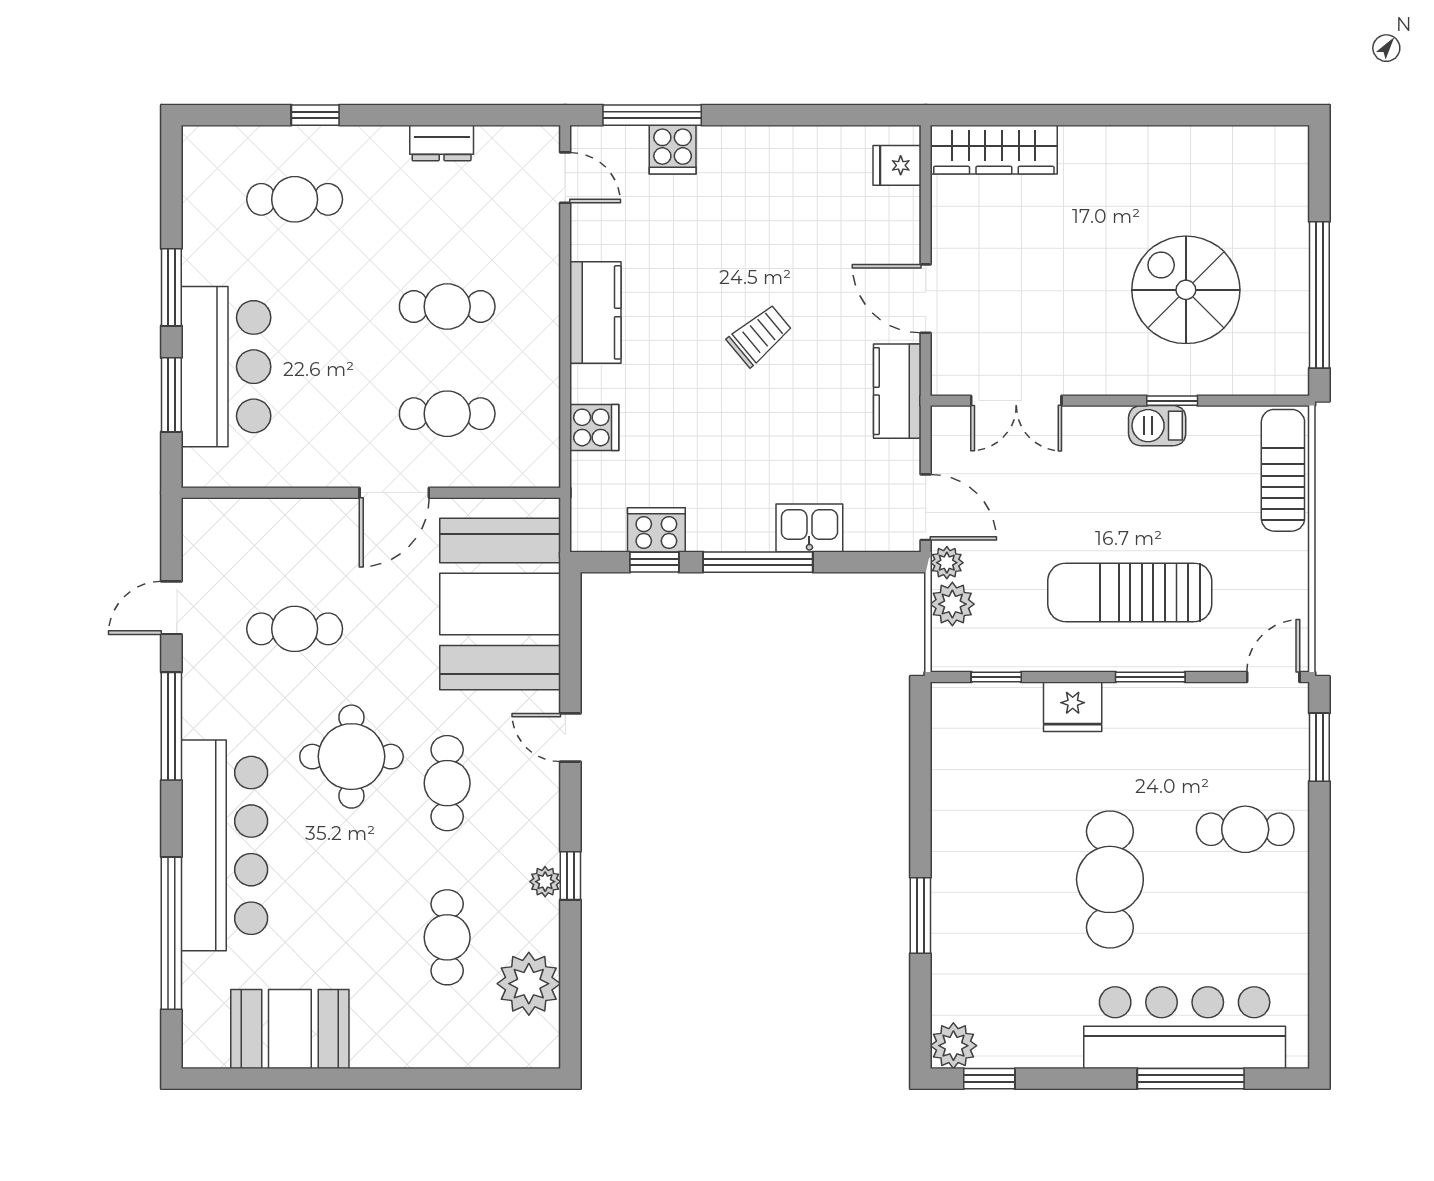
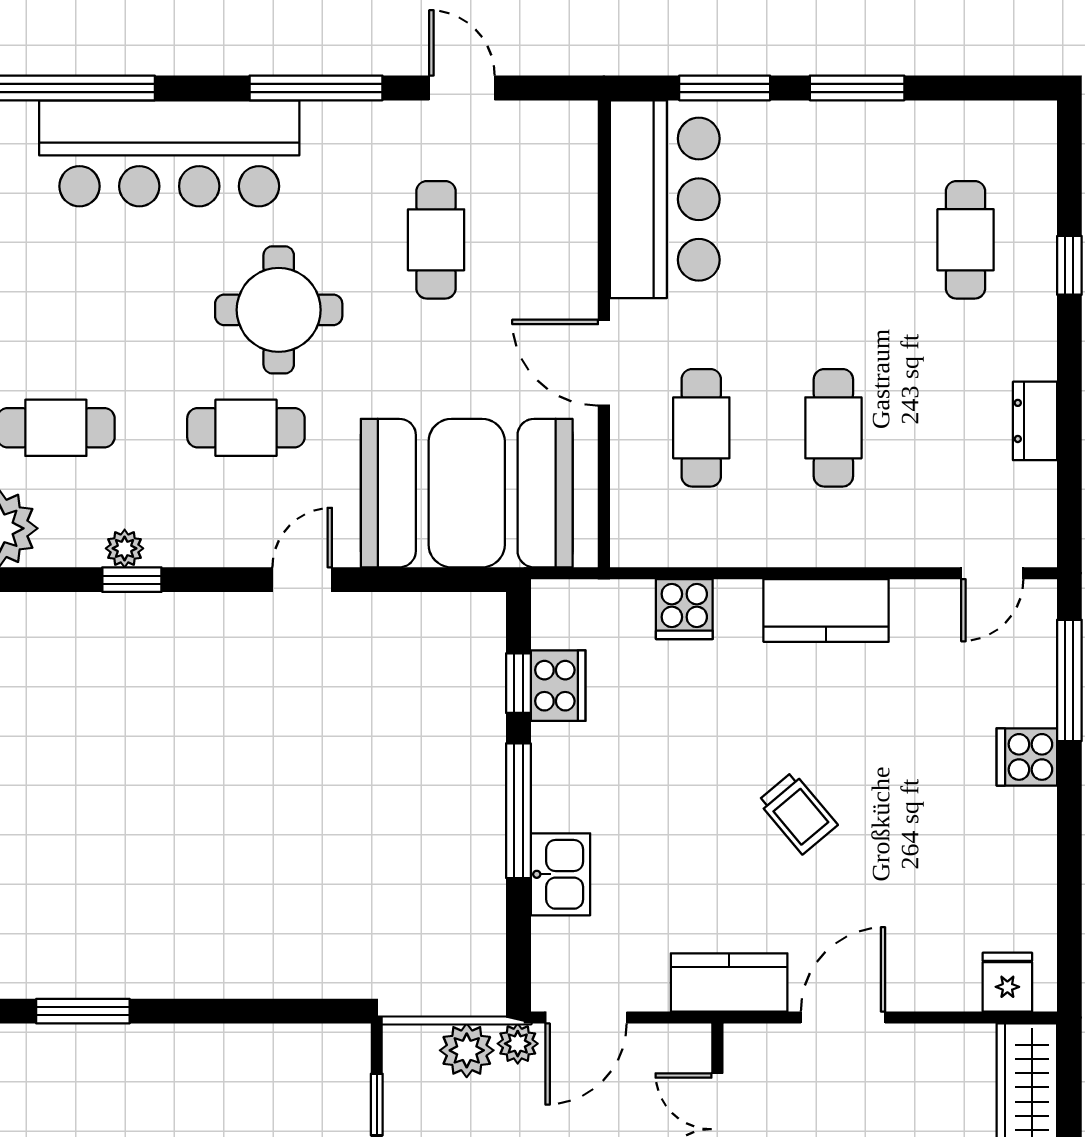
cooker: (673, 150) -> (1027, 757), moved
bar counter: (226, 367) -> (665, 199), moved, turned -90

